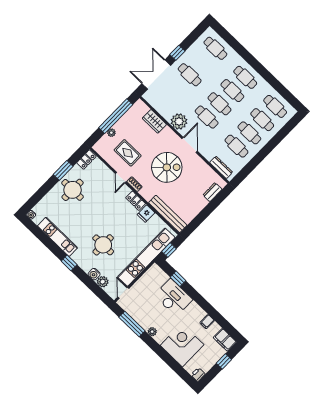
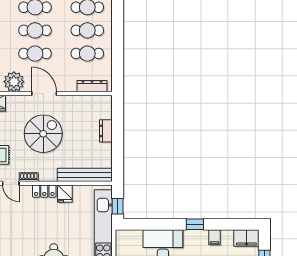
dresser: (212, 192) -> (106, 131), moved
window: (178, 279) -> (195, 224), moved

